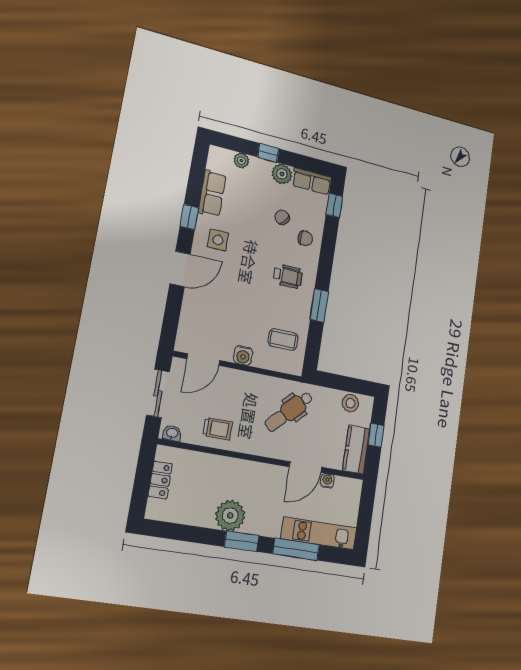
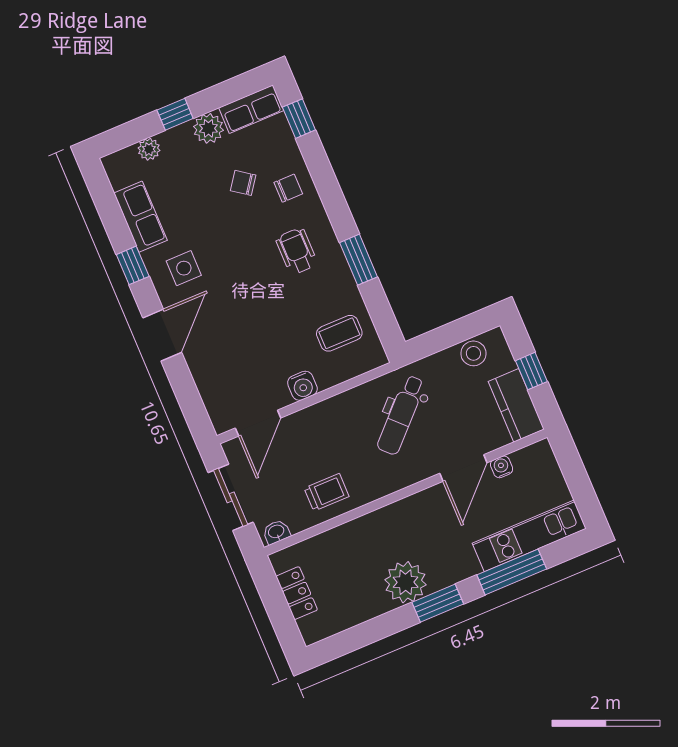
wheelchair: (288, 276) -> (297, 251), turned -90

